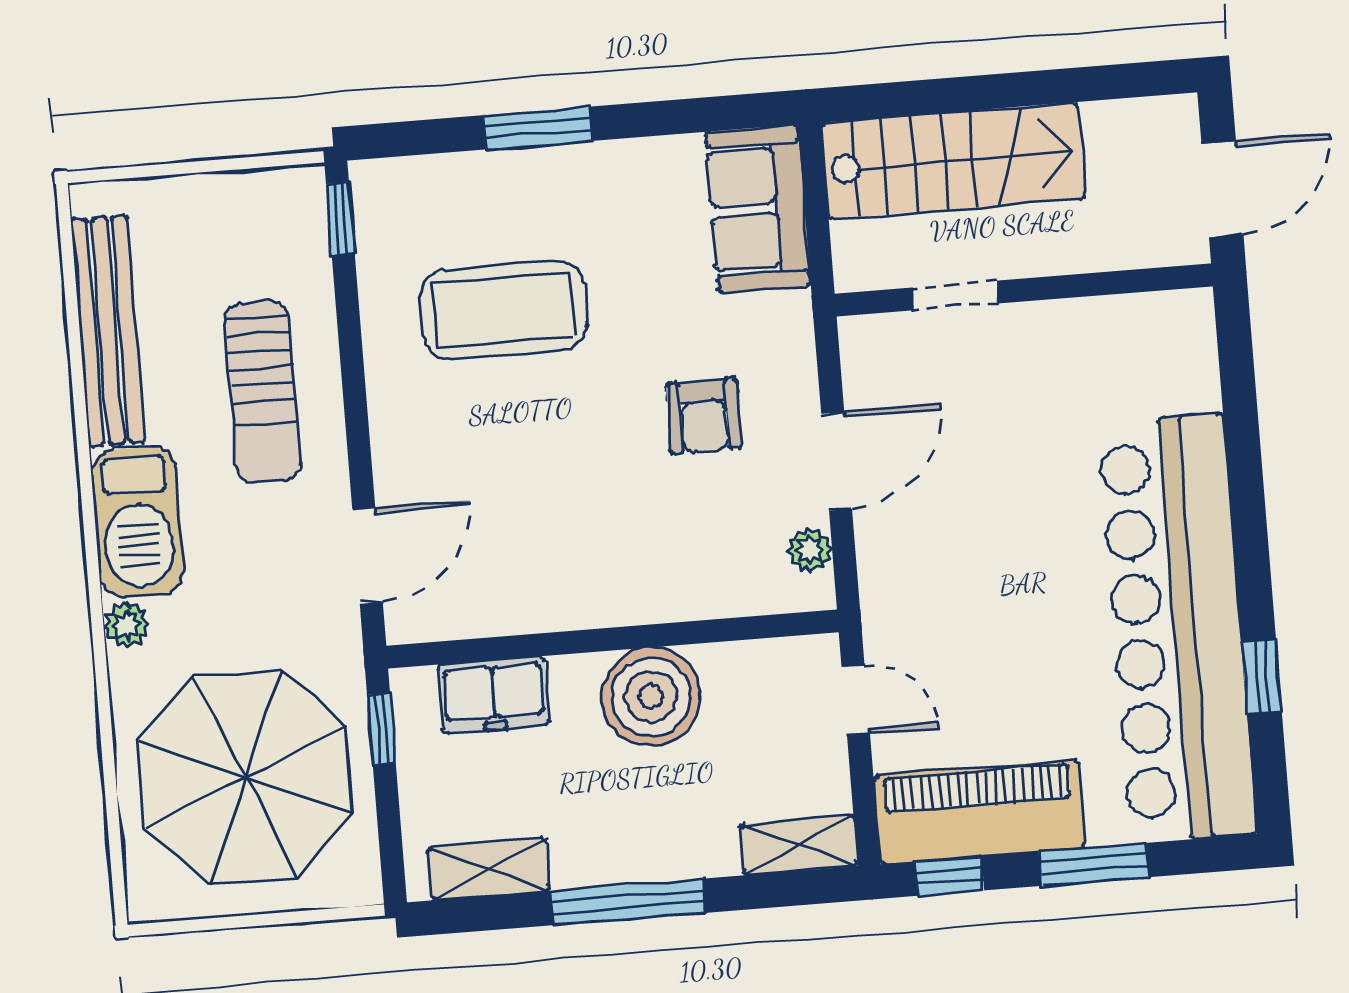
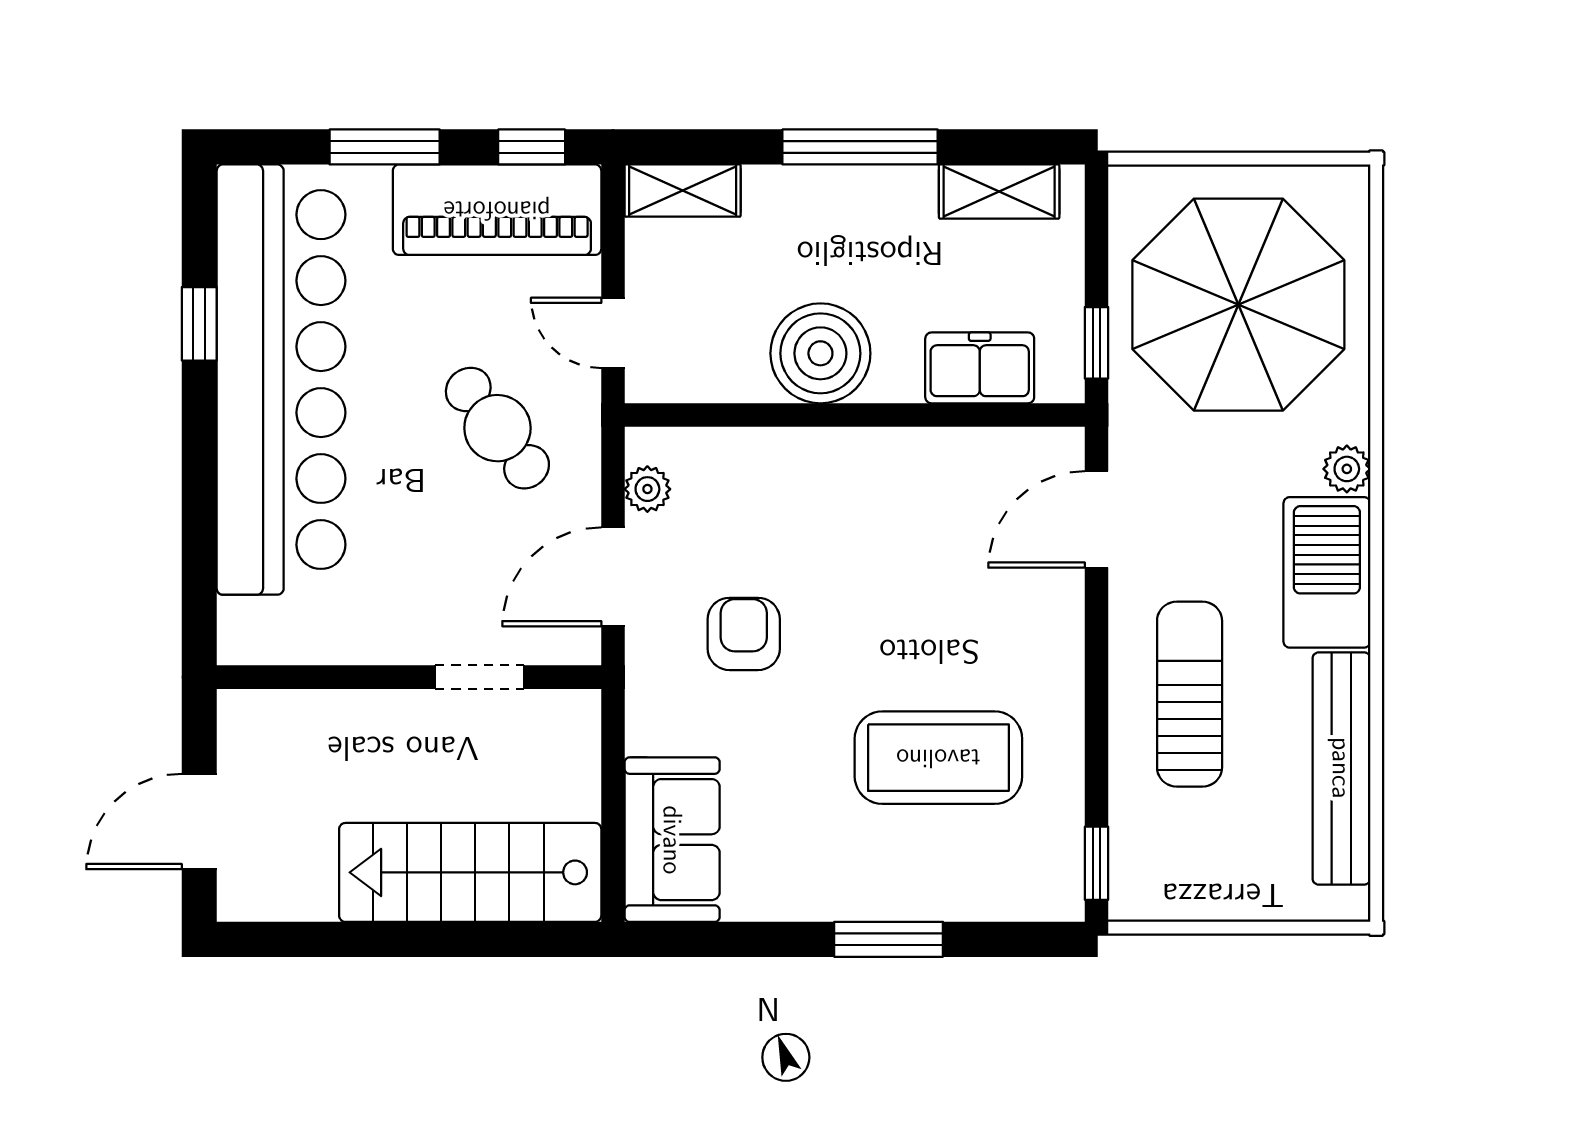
wall: (1024, 290) -> (409, 677), moved
doorway: (955, 296) -> (479, 677), moved
cafe table: (961, 598) -> (497, 428), added

